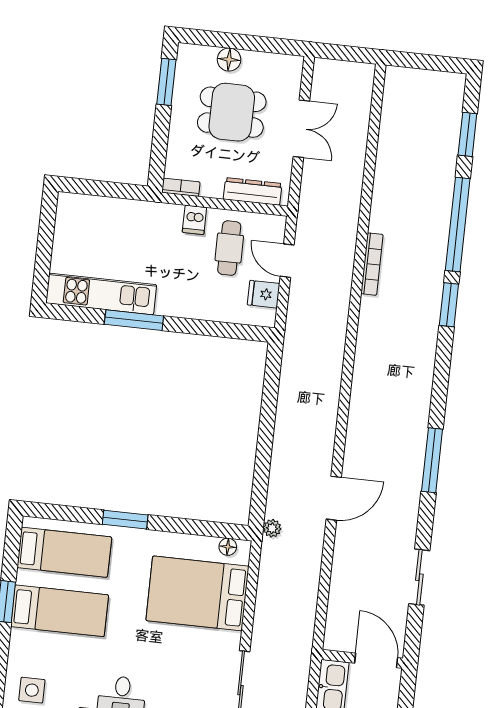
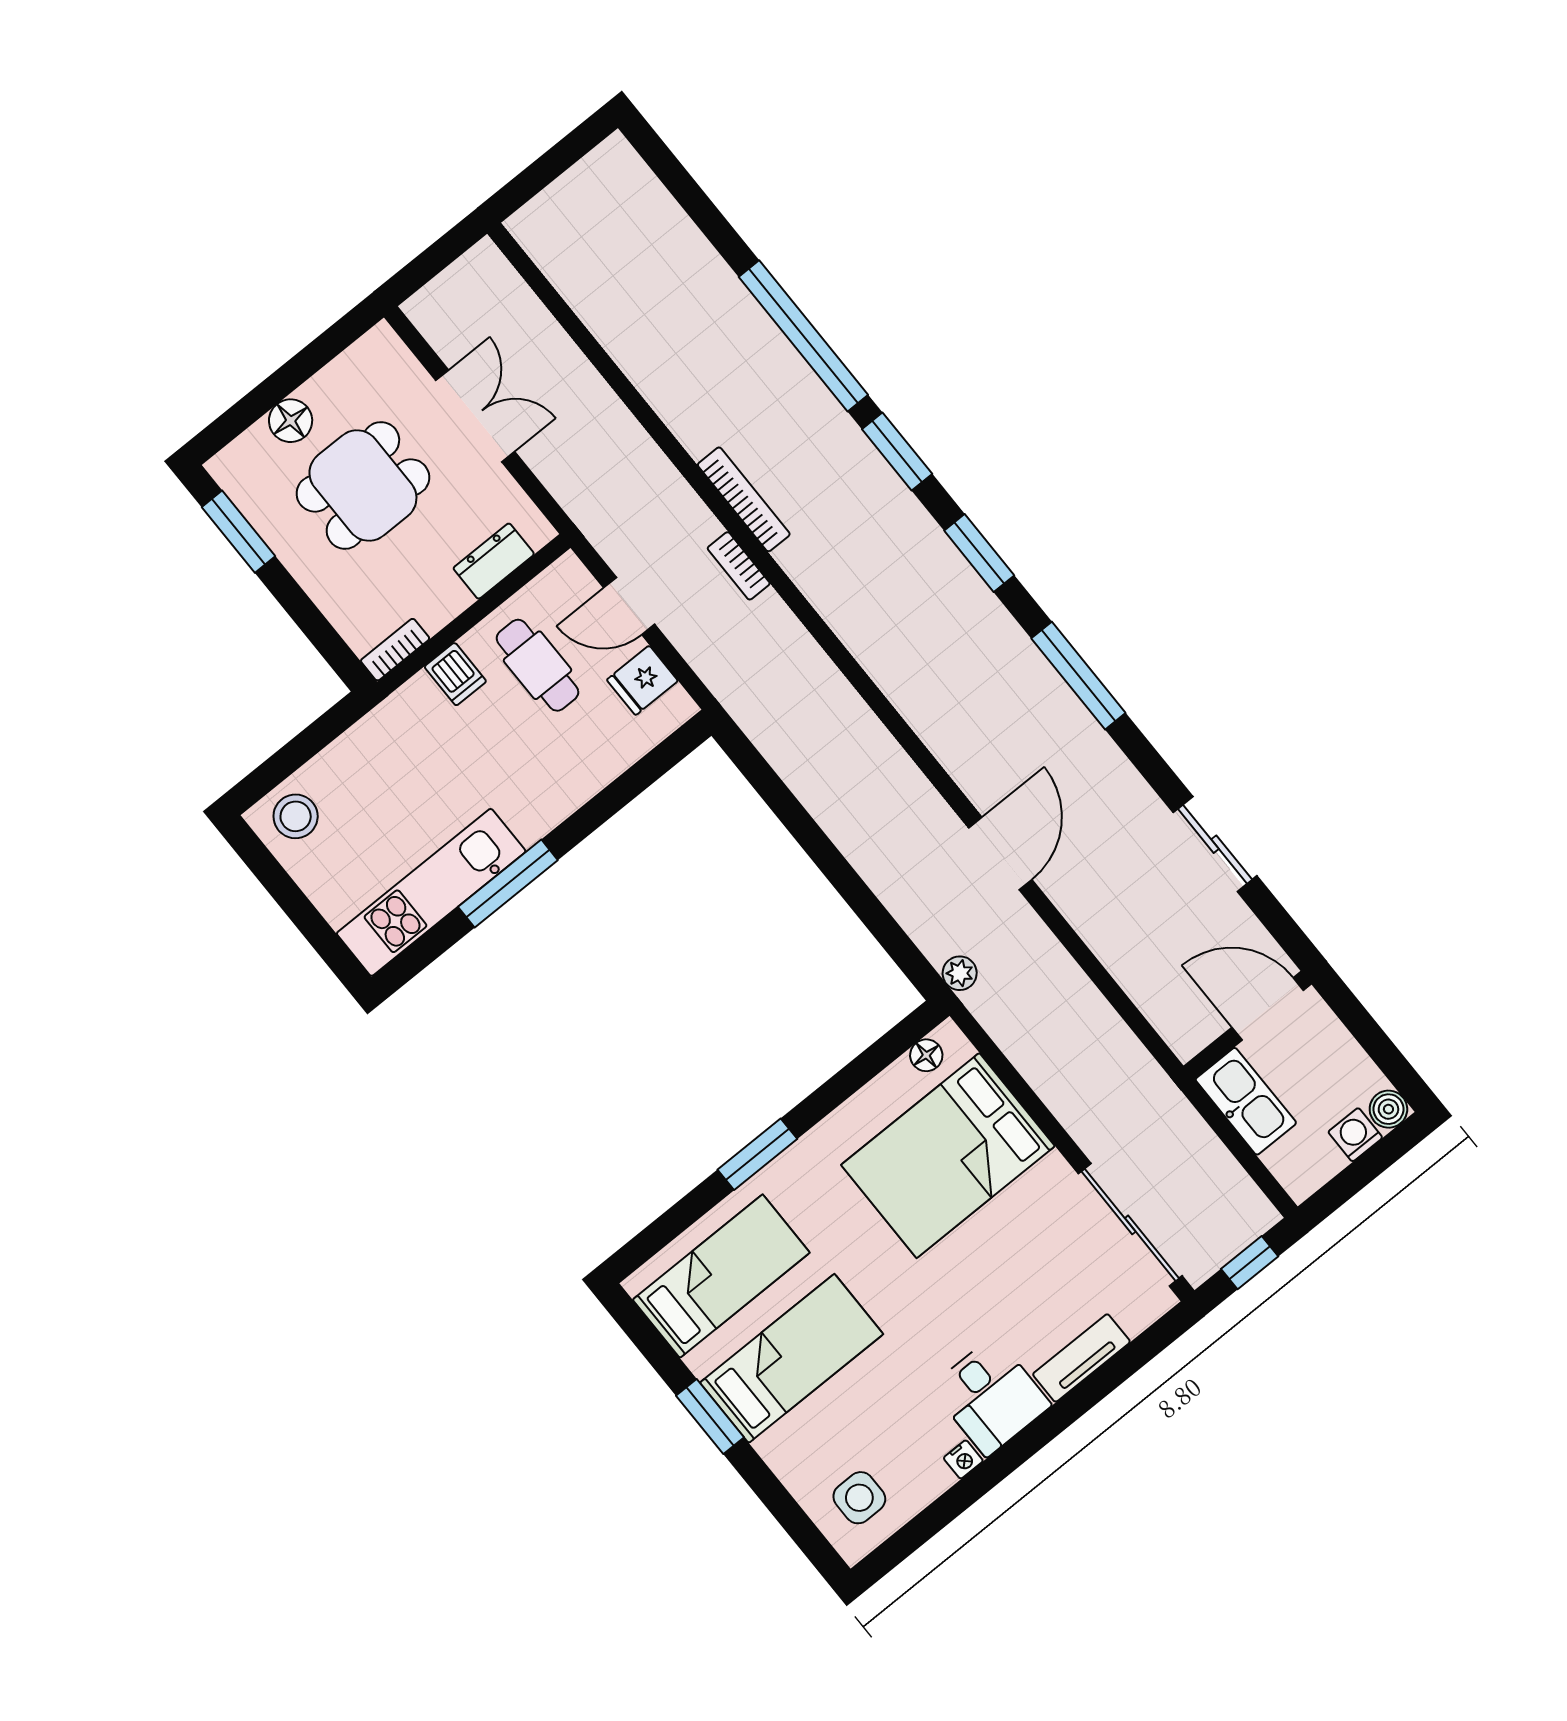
window: (467, 134) -> (979, 553), moved
dresser: (253, 191) -> (494, 561), width x0.70
stool: (79, 213) -> (296, 816), added
bookcase: (344, 287) -> (739, 566), added

